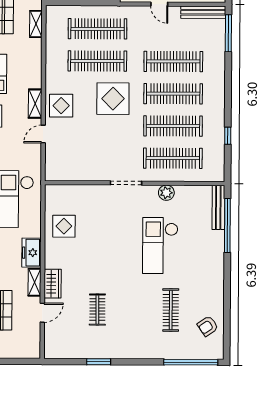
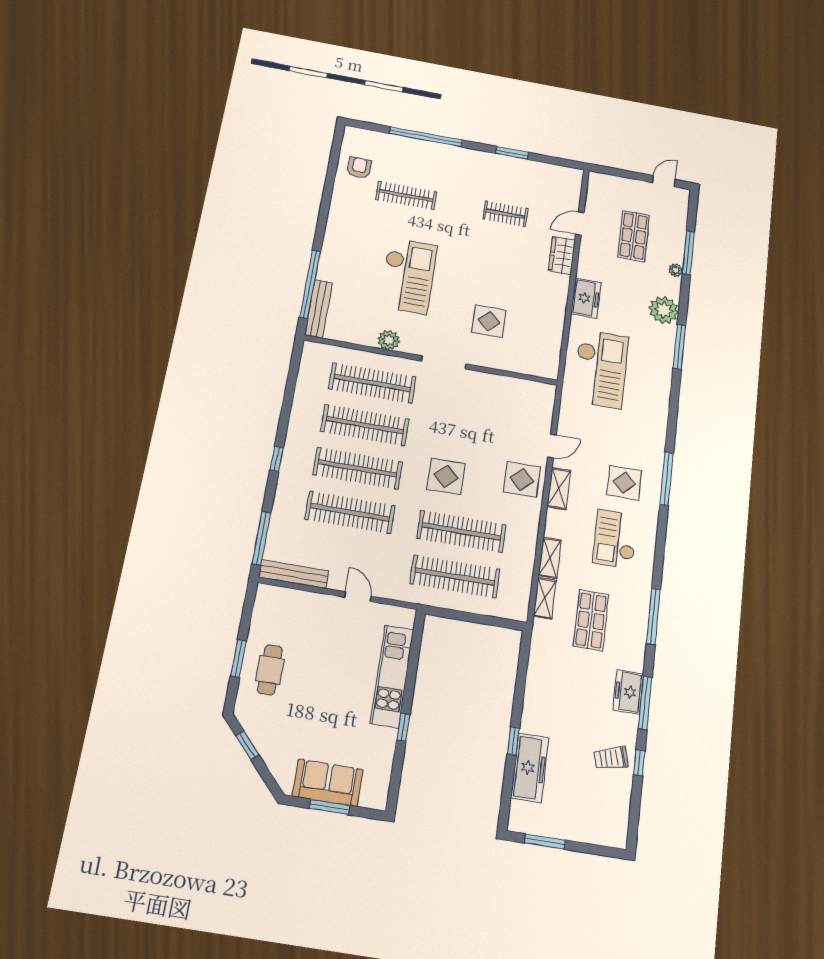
display table: (113, 99) -> (446, 476), width x0.73, depth x0.73
window: (228, 136) -> (277, 459), moved
display table: (64, 226) -> (489, 321), moved
shelving: (35, 282) -> (550, 558), moved
clothes rail: (97, 310) -> (505, 214), turned 90
clothes rail: (171, 310) -> (406, 196), turned 90
armchair: (208, 326) -> (359, 168), turned -55
window: (191, 362) -> (426, 137), moved

